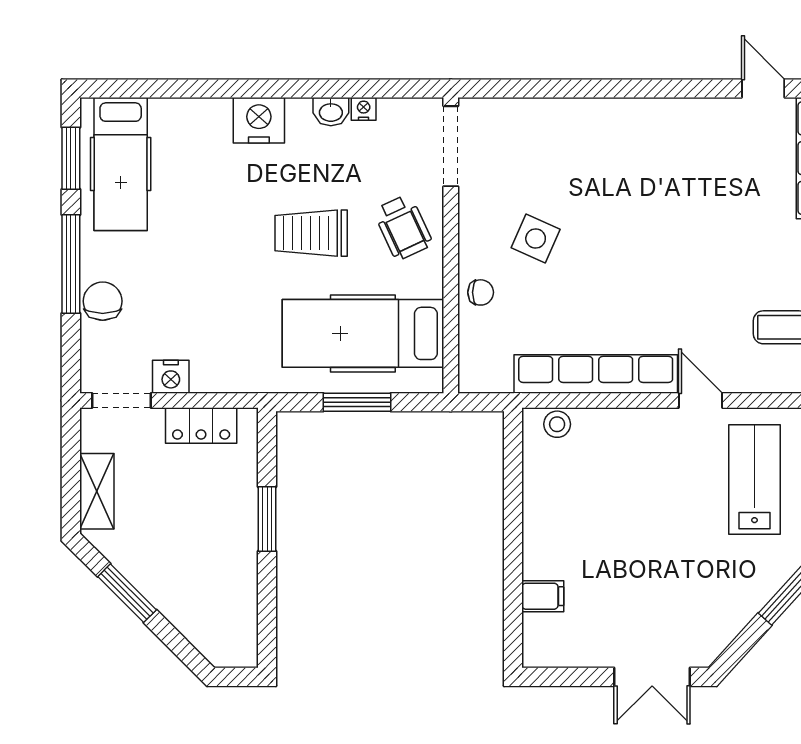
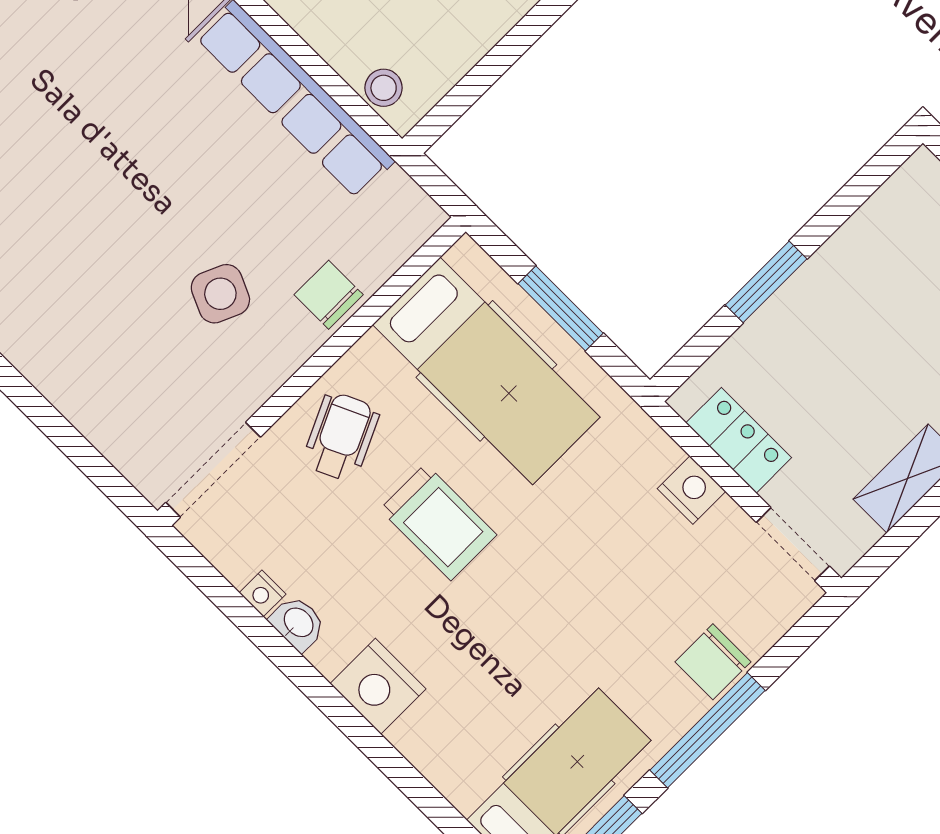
chair: (481, 292) -> (329, 295), width x1.37, depth x1.37
nightstand: (171, 377) -> (691, 490), moved

